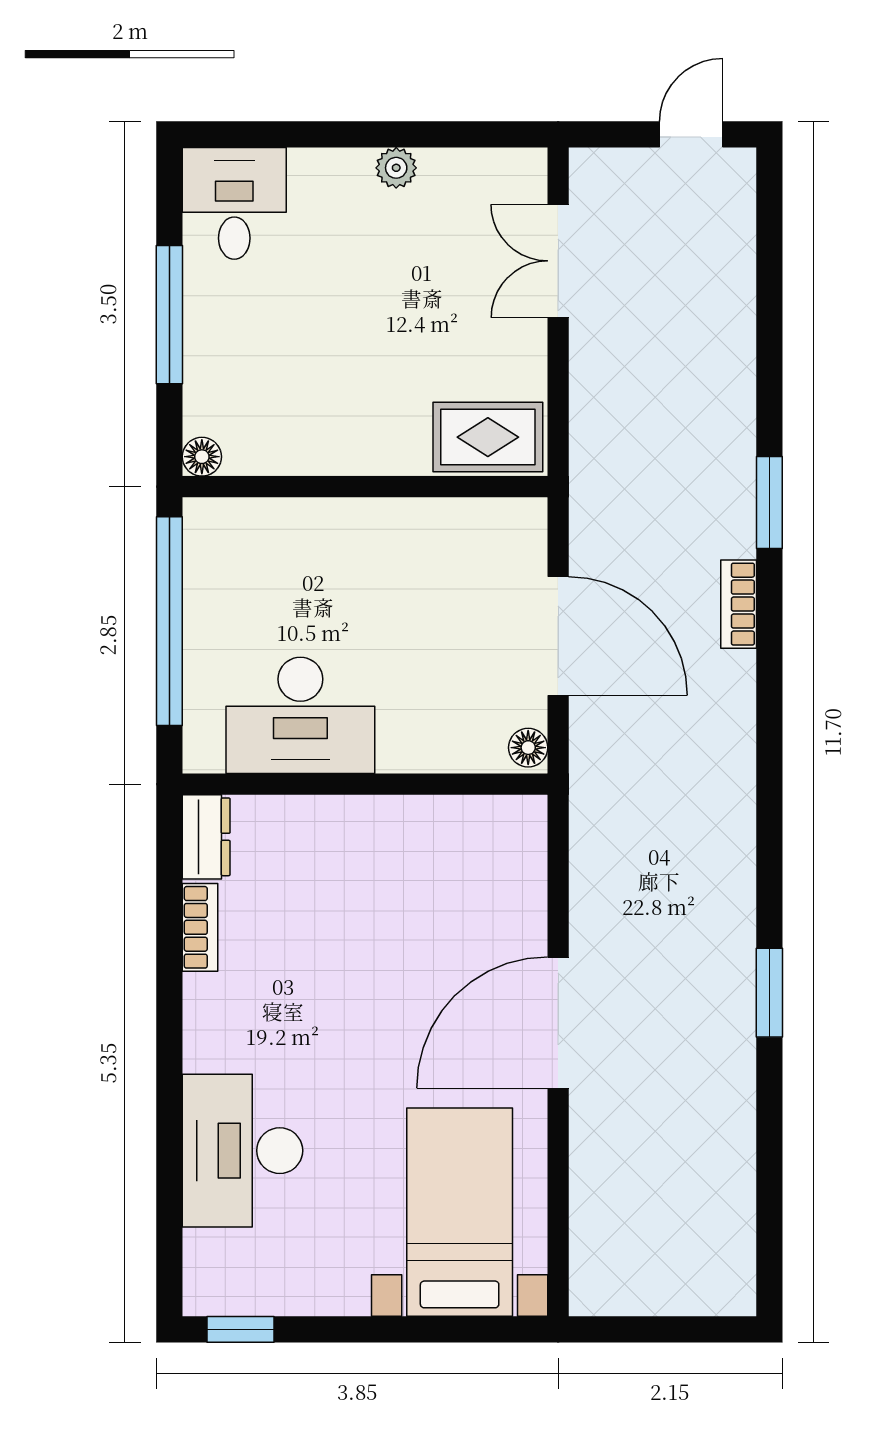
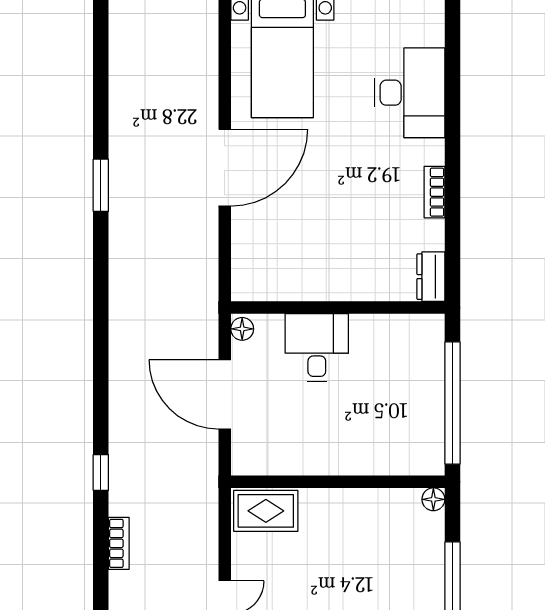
window: (769, 502) -> (101, 473), width x0.67
bookcase: (739, 604) -> (119, 543), moved
desk: (300, 715) -> (317, 348), moved, width x0.73
bookcase: (200, 927) -> (435, 192), moved

